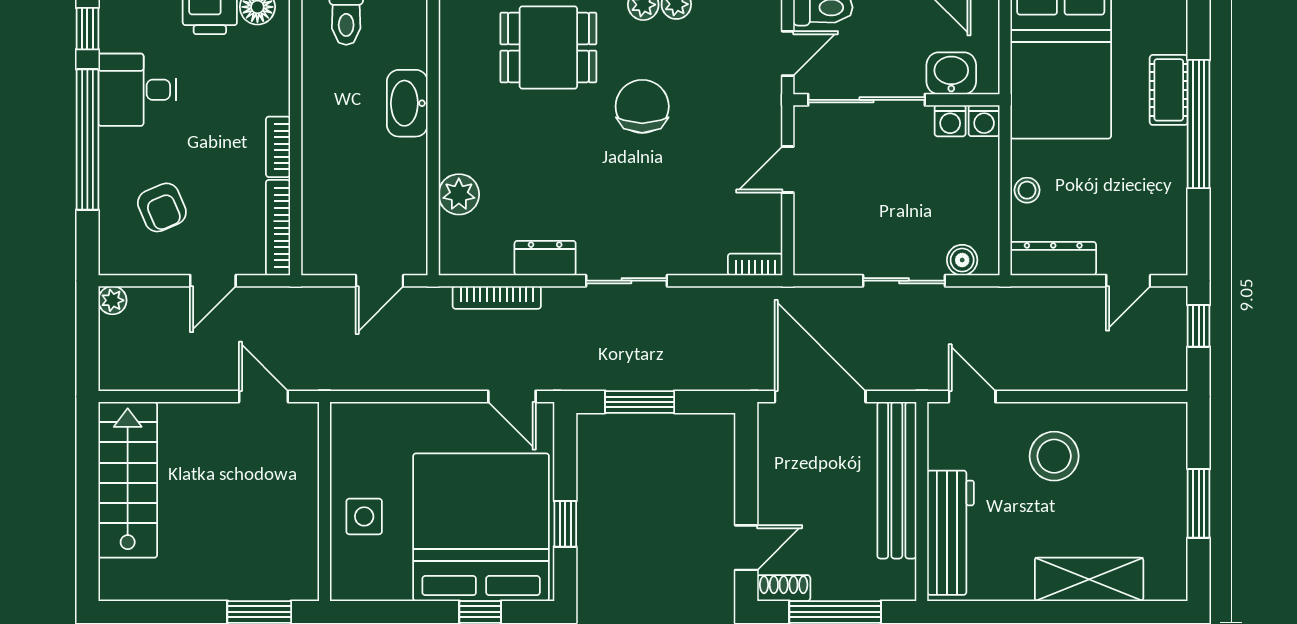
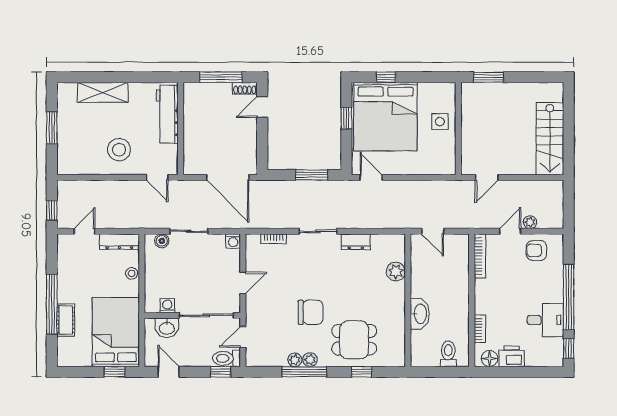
chair: (642, 106) -> (311, 312), turned -90
washing machine: (984, 121) -> (233, 241), moved, turned 180
bookcase: (278, 147) -> (480, 329), moved
armchair: (162, 207) -> (537, 250), moved, turned -67
bookcase: (755, 264) -> (273, 239), moved
door: (380, 281) -> (433, 231), swing flipped
bookcase: (497, 297) -> (378, 223), removed
plant: (112, 300) -> (530, 222), moved
door: (264, 397) -> (487, 177), hinge flipped
bench: (897, 480) -> (192, 138), removed

